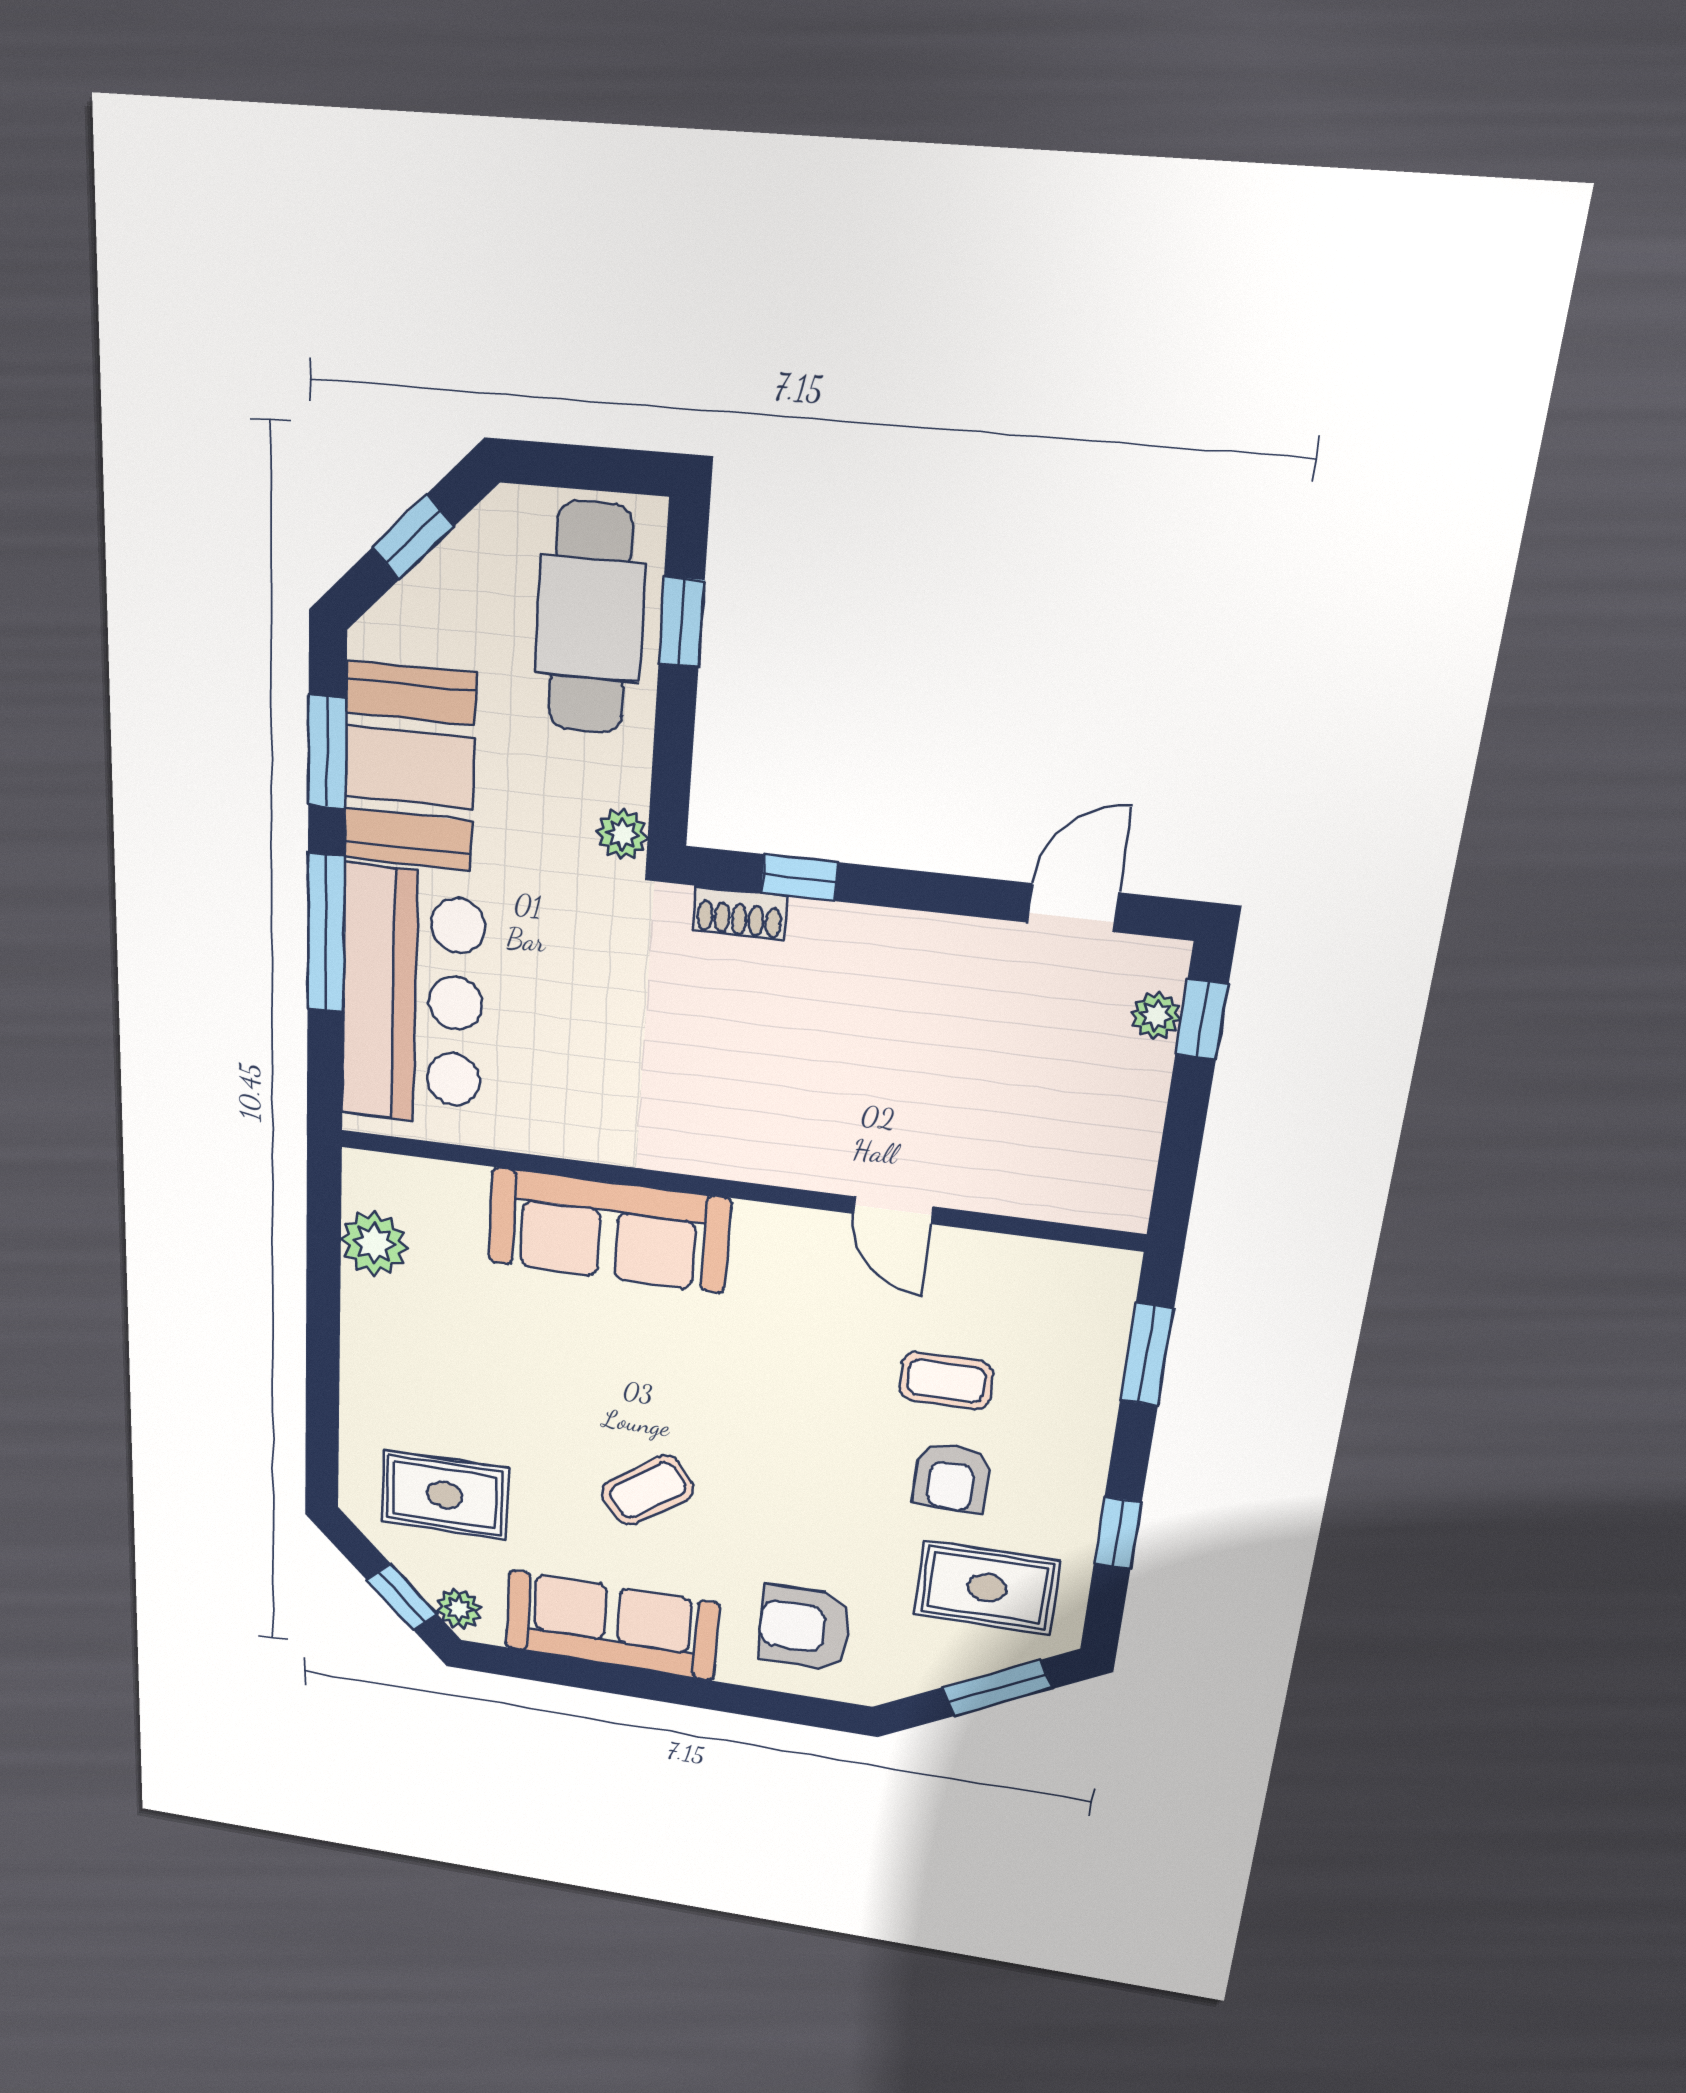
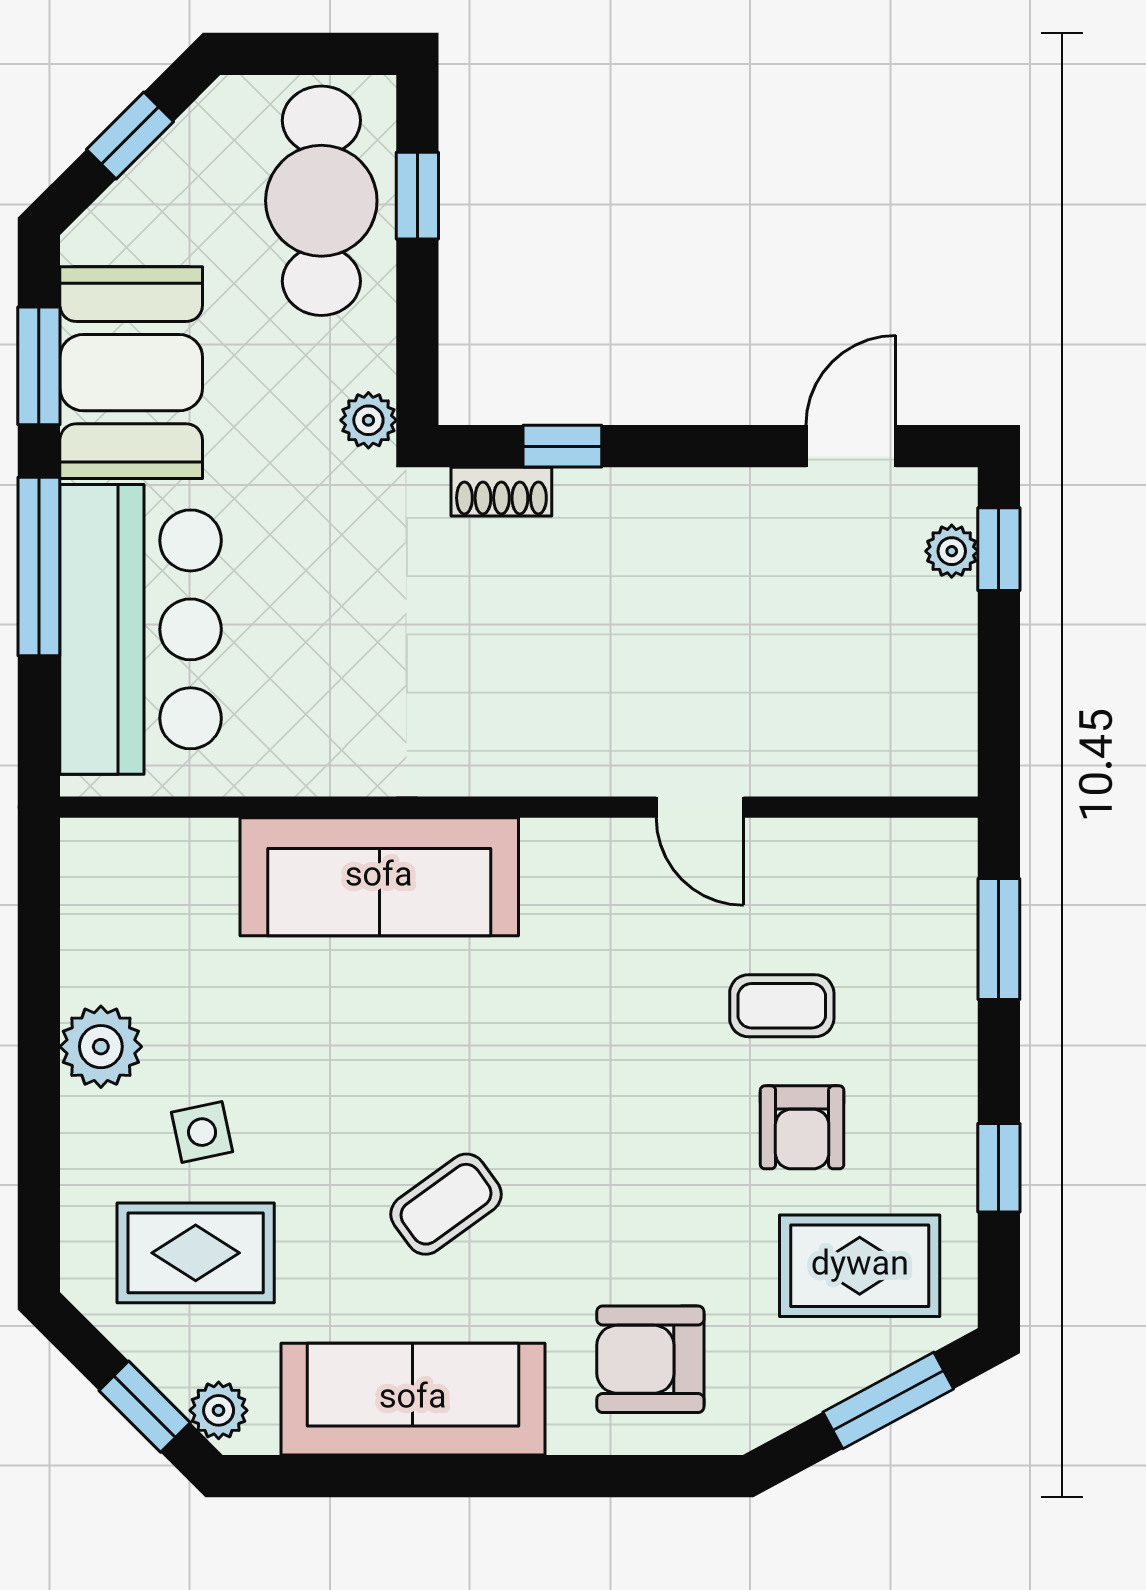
plant: (374, 1243) -> (101, 1047), moved
side table: (453, 1408) -> (202, 1132), added

